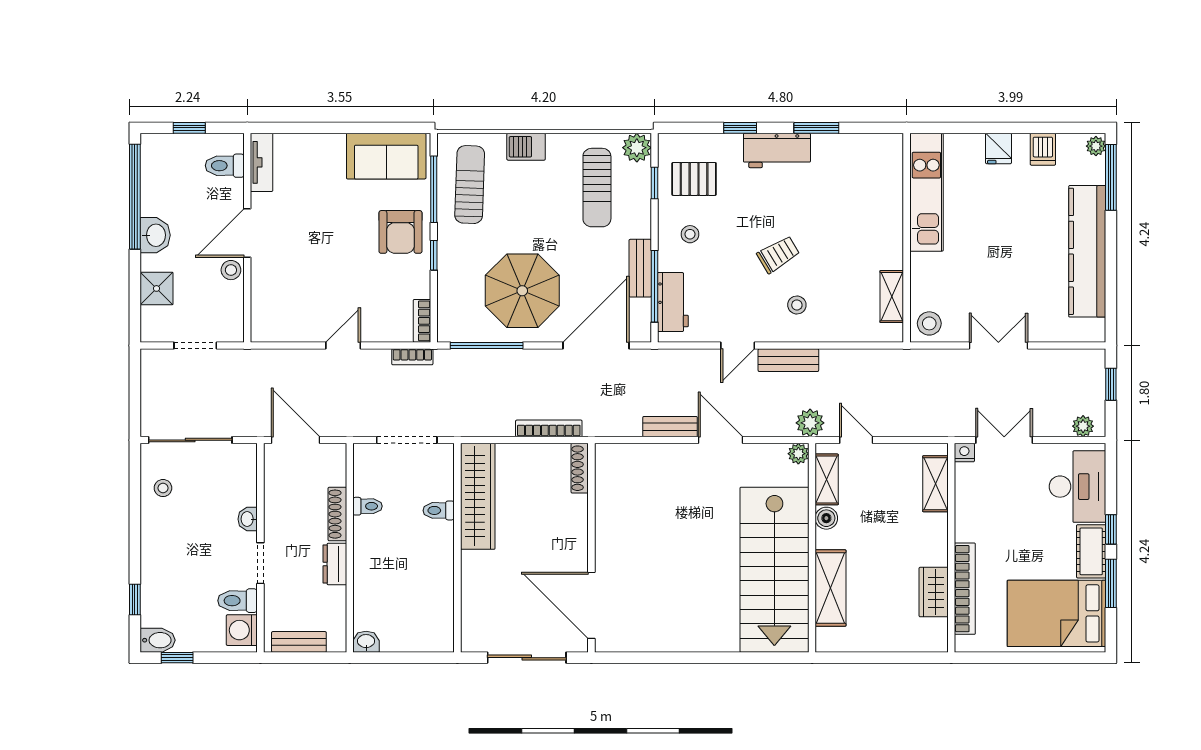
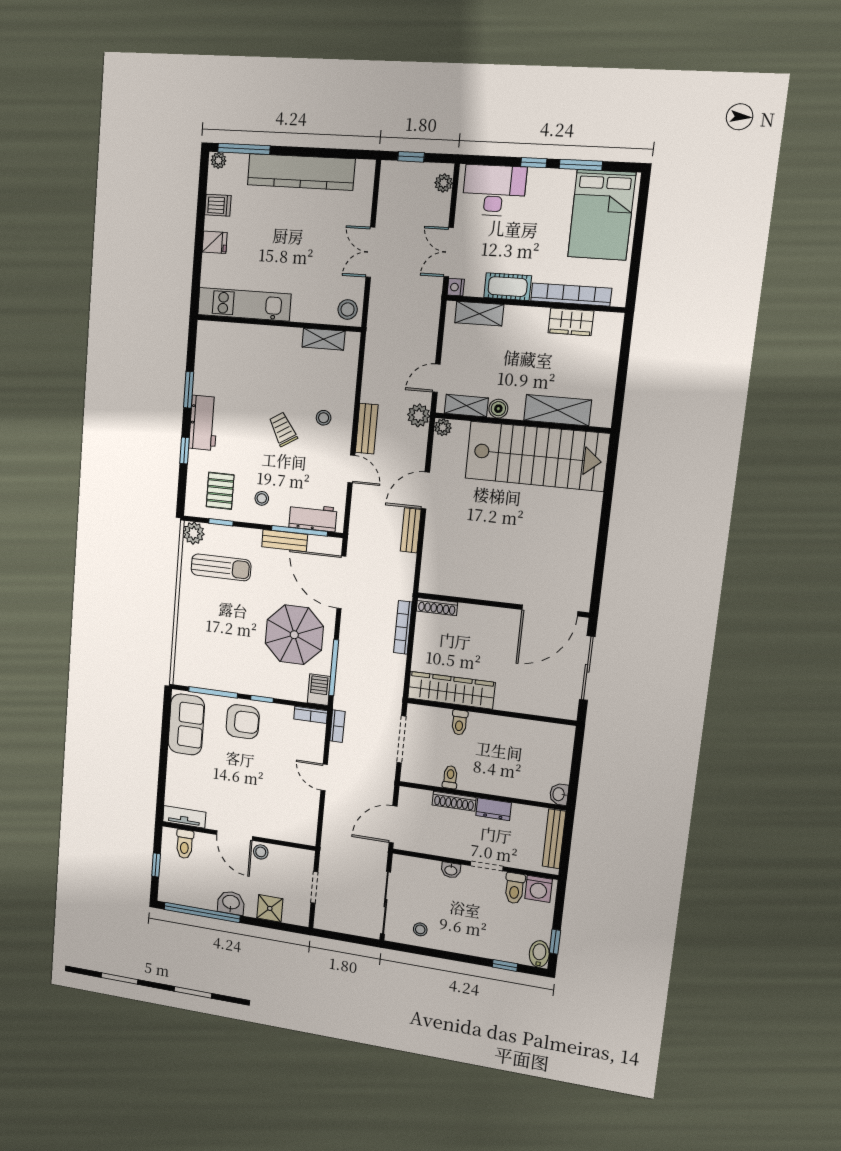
barbecue: (526, 147) -> (319, 690), moved, turned 180
sun lounger: (470, 185) -> (212, 665), removed
cot: (1091, 551) -> (508, 287), moved
bench: (299, 642) -> (554, 839), width x1.36

